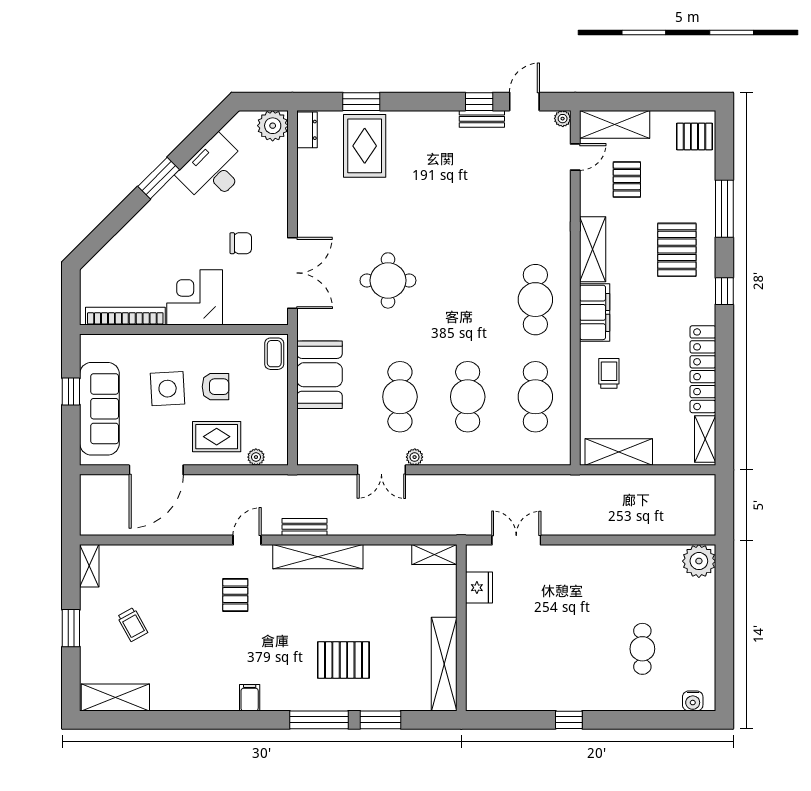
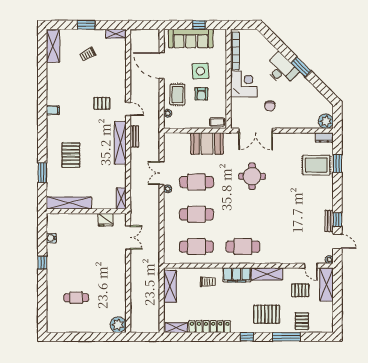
pallet: (694, 136) -> (302, 321), moved
desk: (213, 170) -> (281, 69), moved
water cooler: (693, 701) -> (51, 238), moved
window: (319, 720) -> (42, 143), removed

